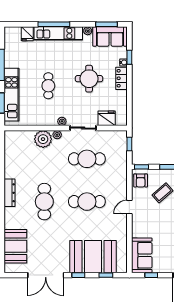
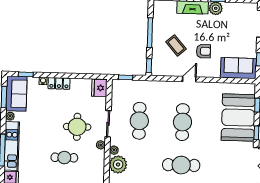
window: (129, 57) -> (26, 74), moved
round table: (89, 79) -> (77, 127), moved
fridge: (107, 118) -> (99, 88), moved
armchair: (141, 180) -> (204, 51), moved
door: (129, 207) -> (189, 79), swing flipped

